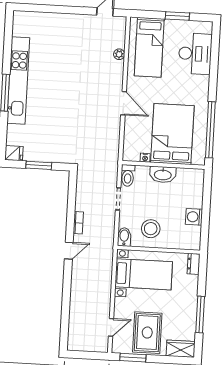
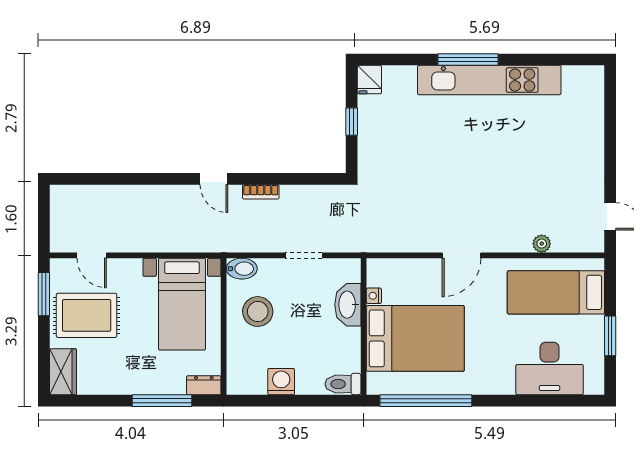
window: (39, 165) -> (352, 122), width x0.67
toilet: (128, 175) -> (343, 384), moved
washbasin: (163, 175) -> (348, 305), moved
window: (200, 314) -> (162, 401), moved

